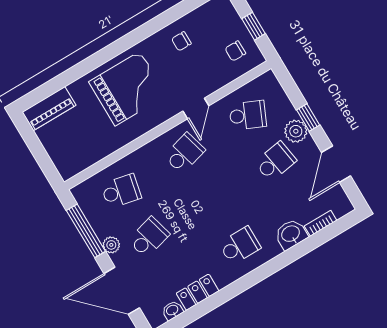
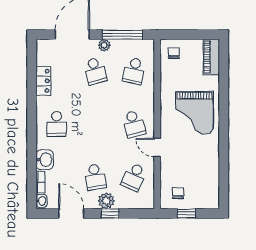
chair: (181, 41) -> (174, 53), moved
washbasin: (172, 310) -> (41, 201), moved

